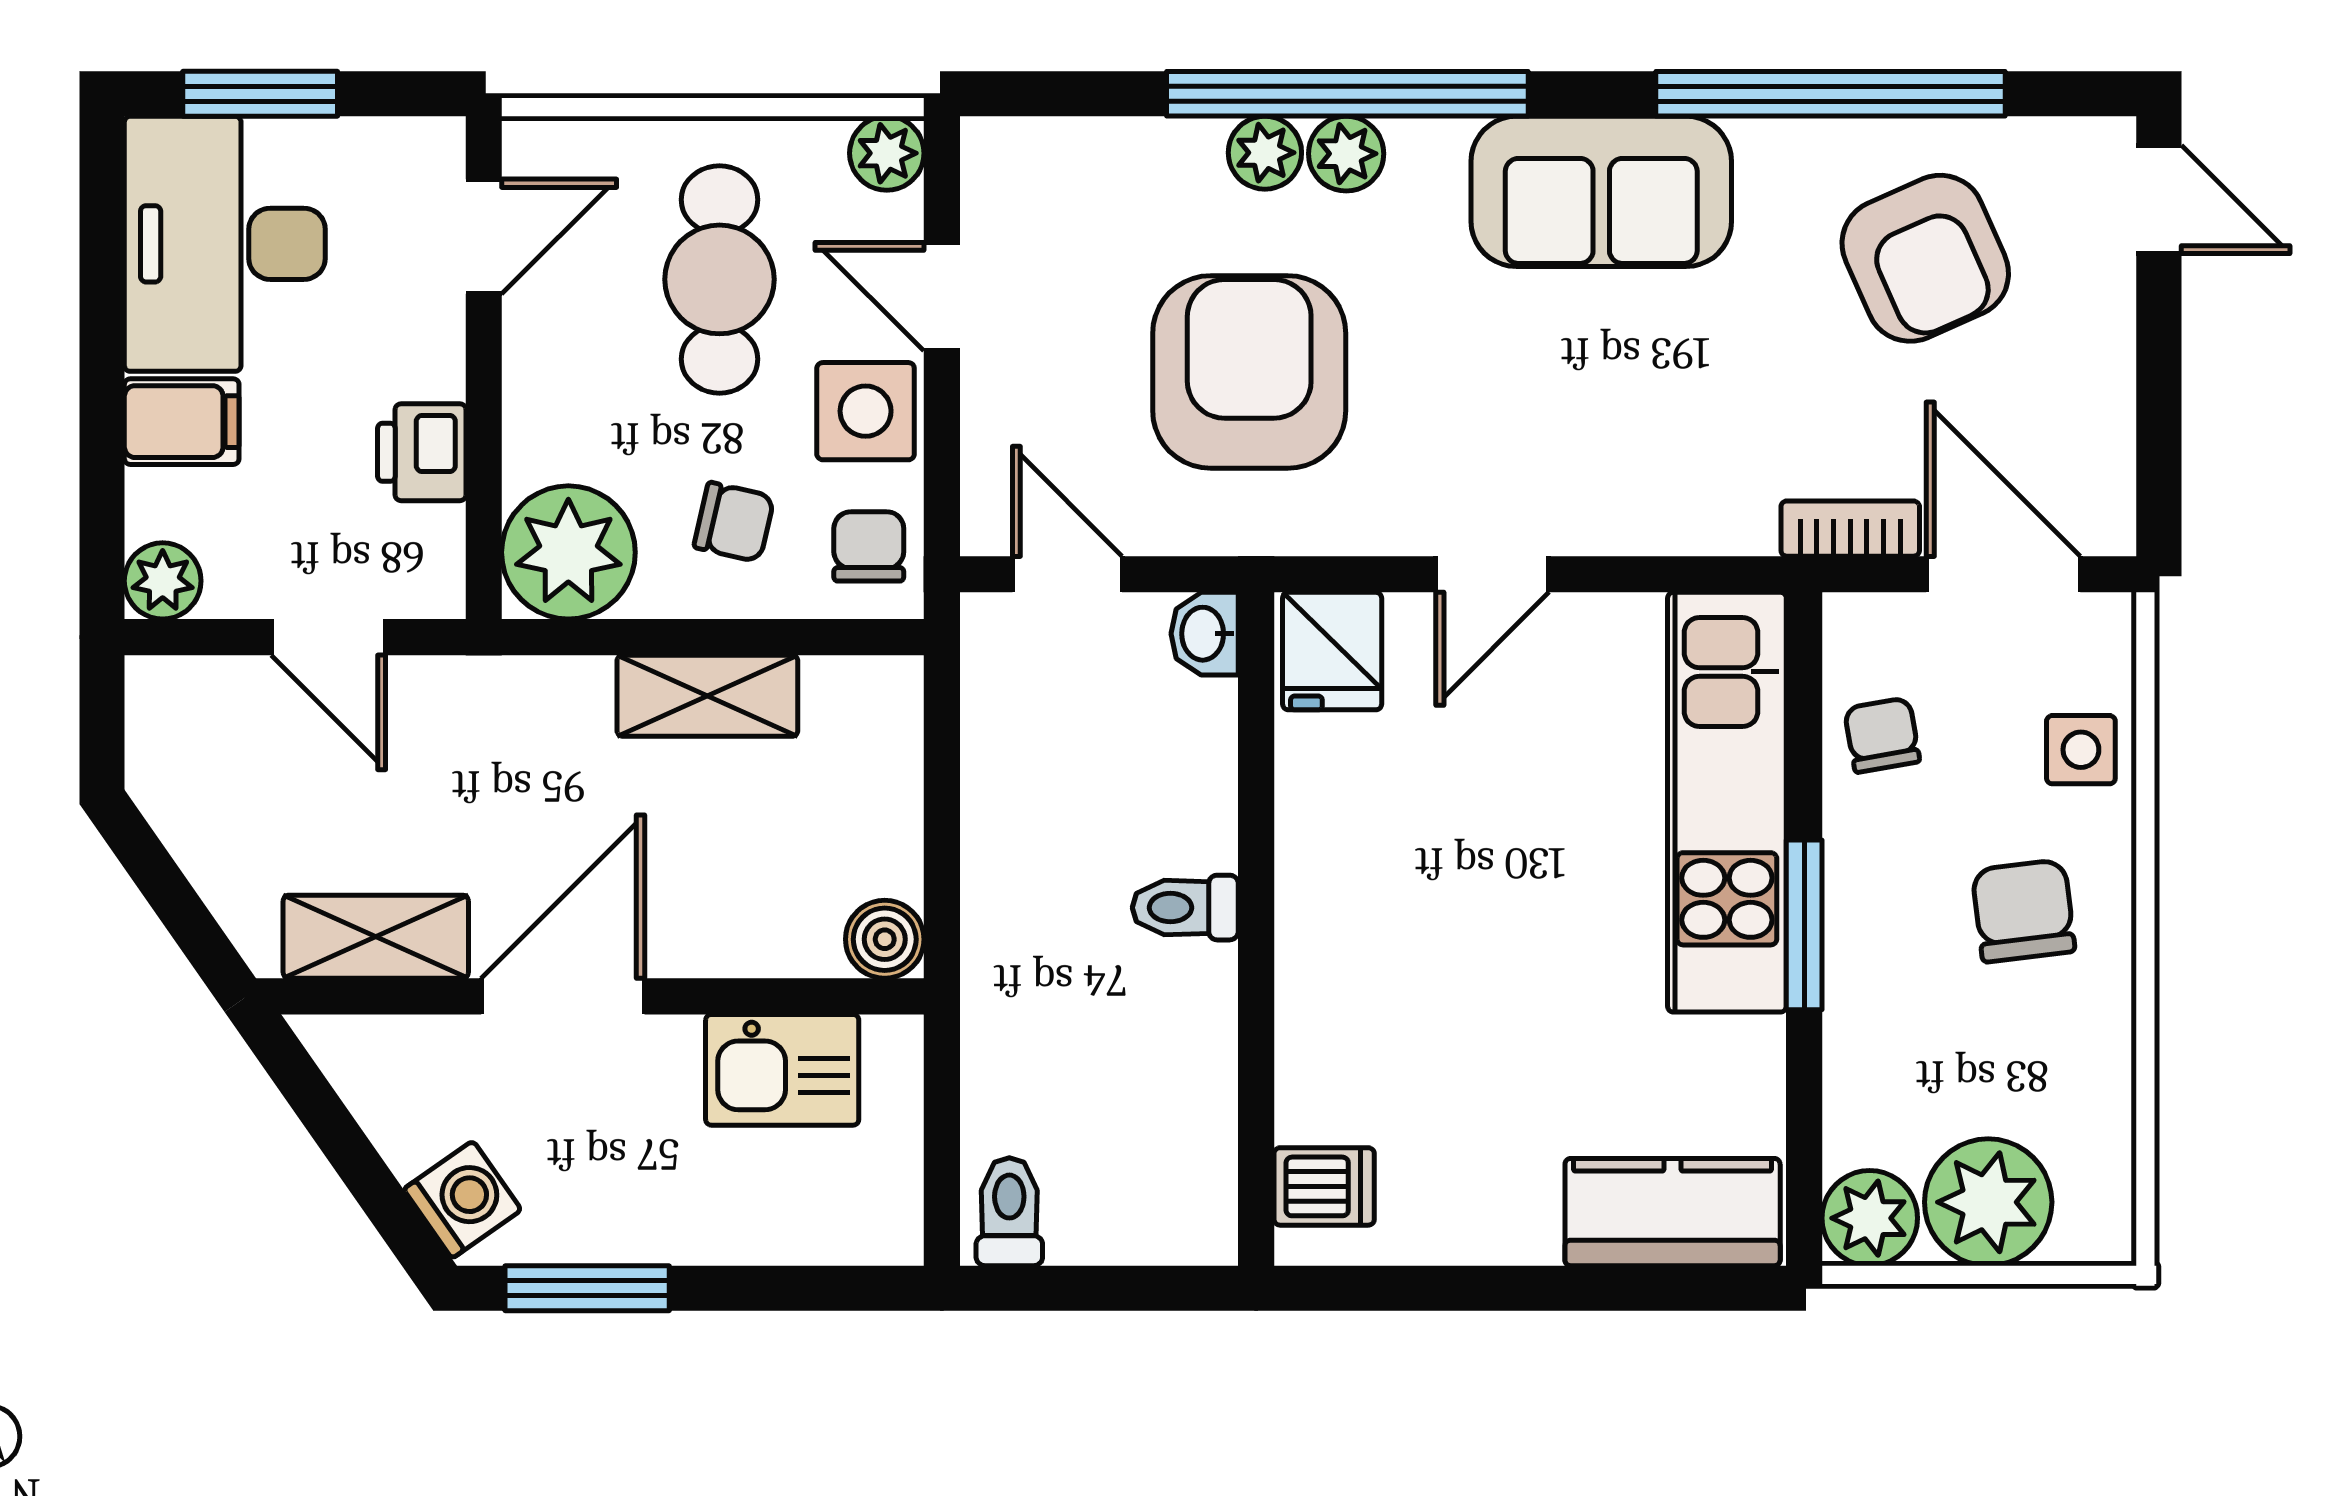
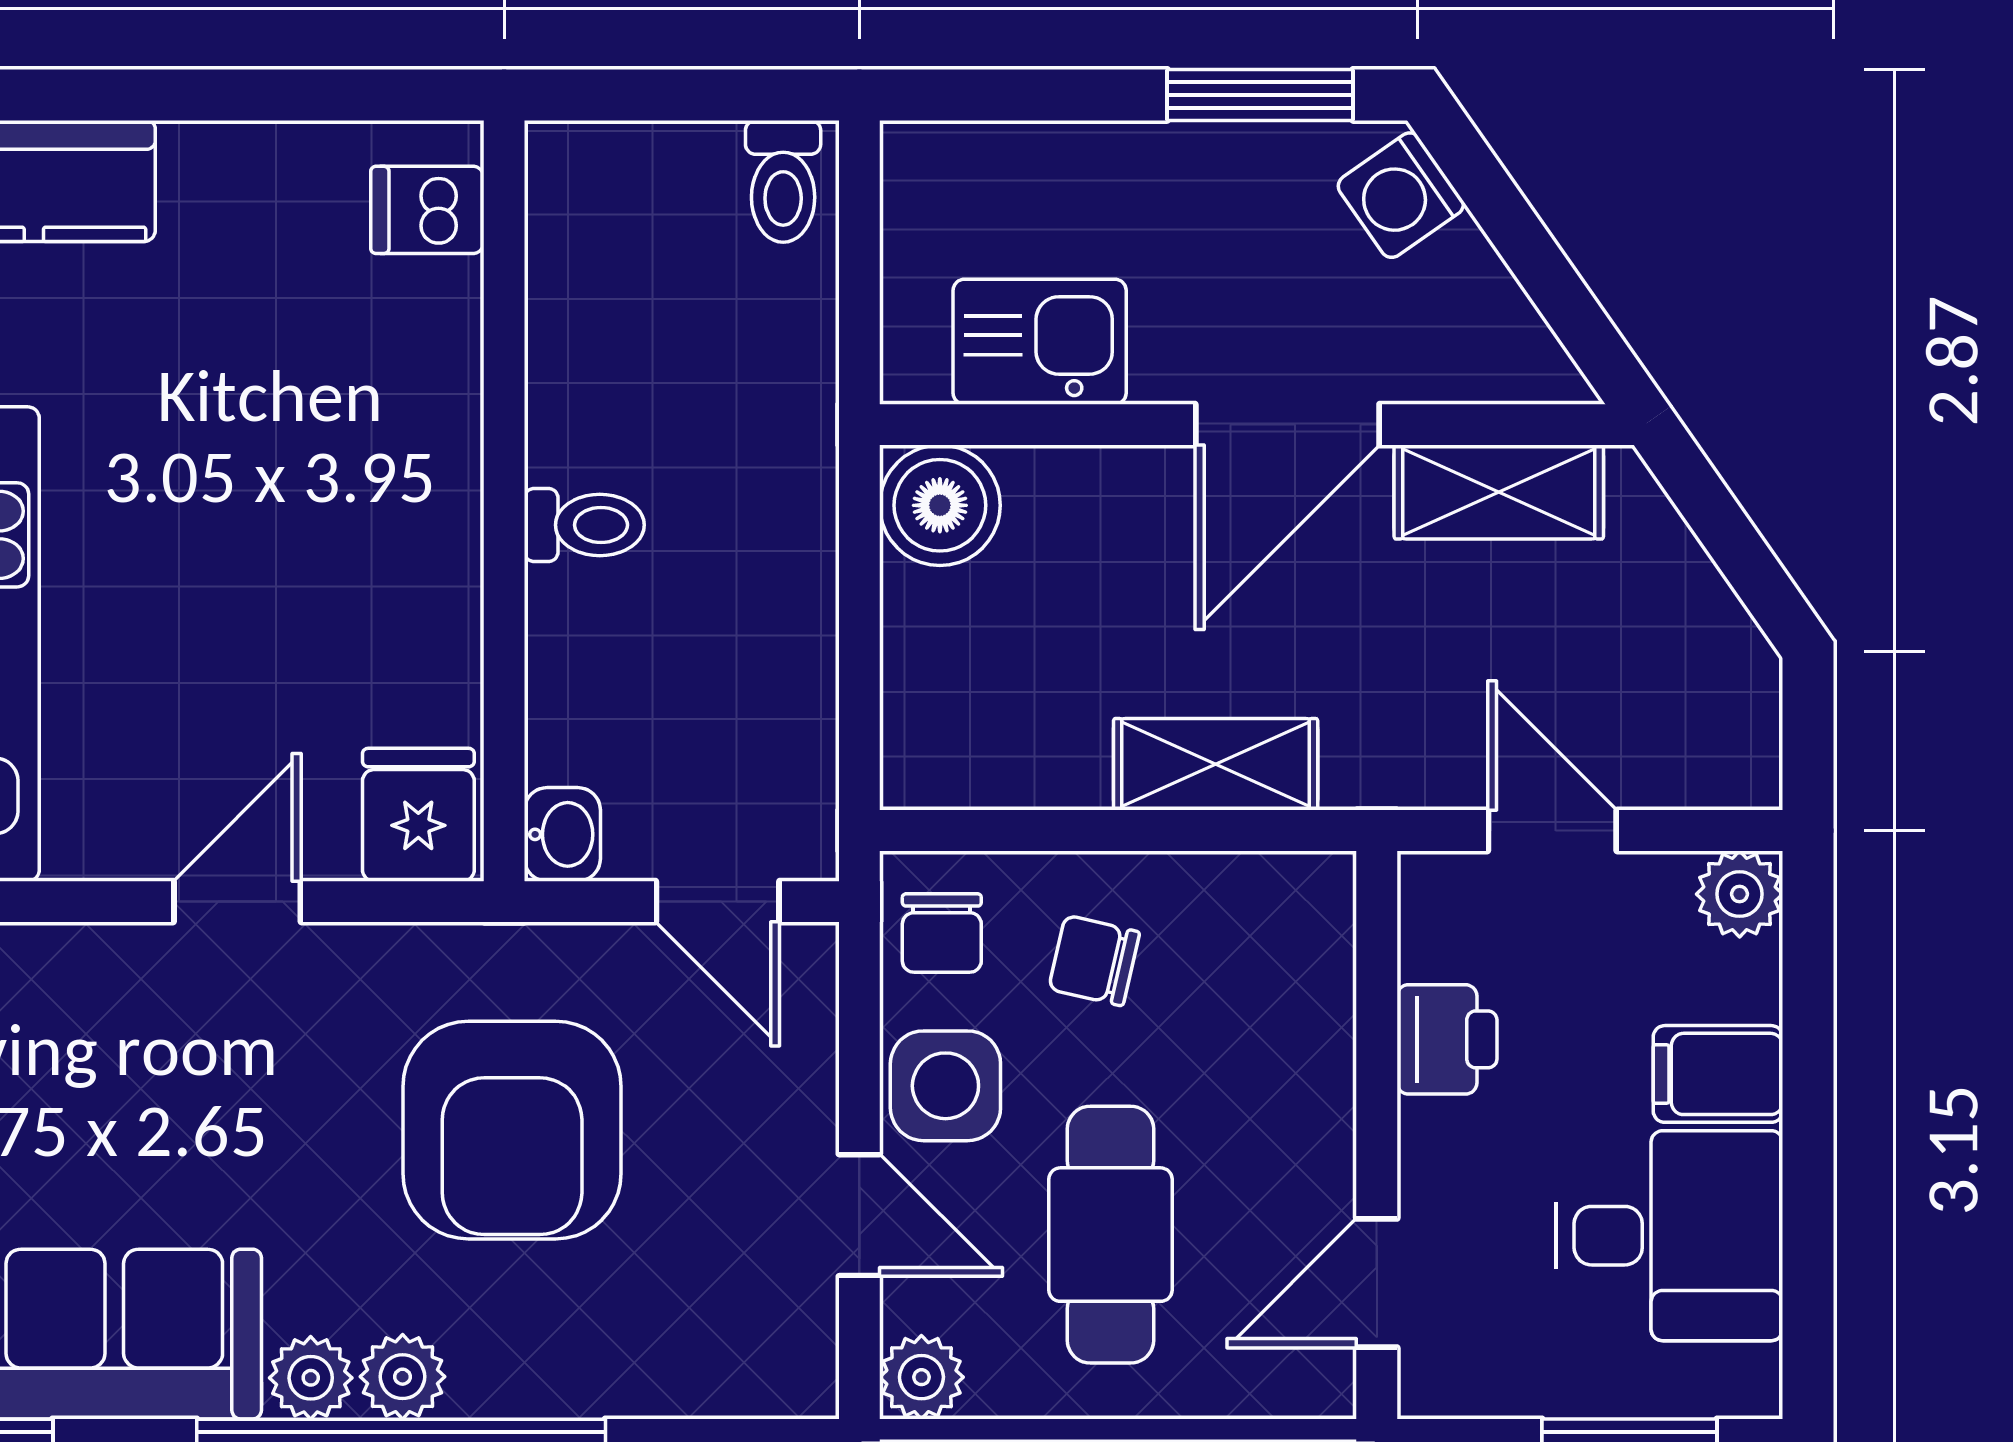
plant: (1265, 153) -> (311, 1378), moved
desk: (225, 244) -> (1669, 1236), width x0.73
plant: (568, 552) -> (1281, 926), removed
shelving: (707, 696) -> (1216, 764), moved
boiler: (885, 939) -> (940, 505), width x1.36, depth x1.36

